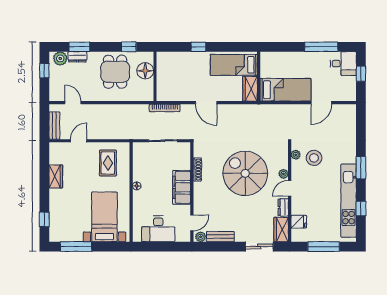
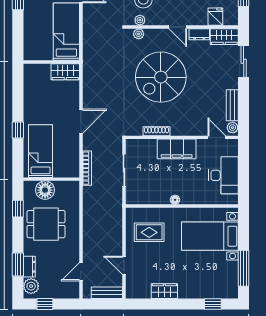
bed: (234, 65) -> (41, 151), moved, turned 180
plant: (284, 174) -> (139, 34), moved

